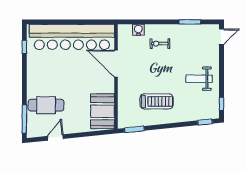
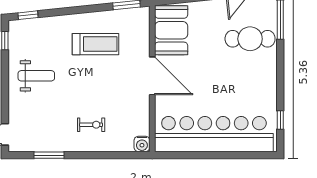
water cooler: (138, 30) -> (142, 144), moved
door: (116, 64) -> (152, 76), moved
treadmill: (157, 101) -> (96, 44), turned 180

